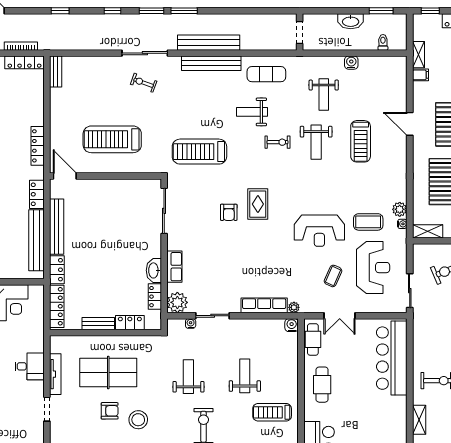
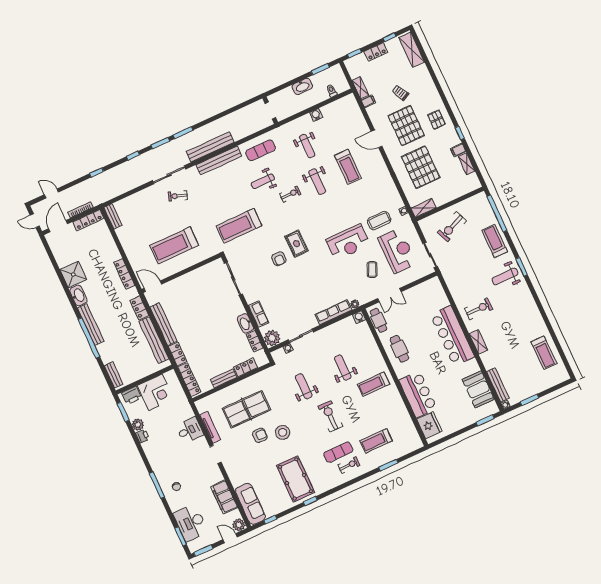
plant: (400, 209) -> (397, 202), removed
bar counter: (392, 358) -> (452, 336), moved

